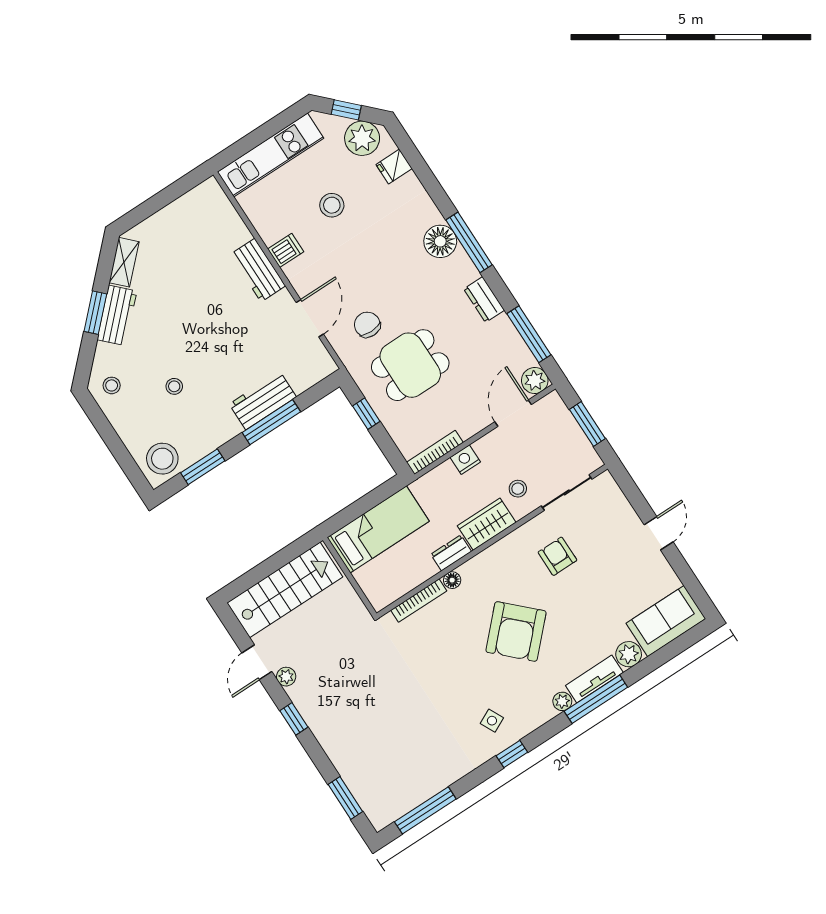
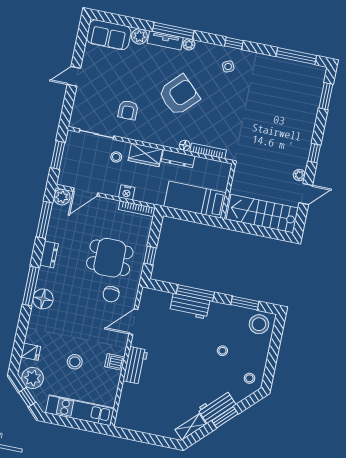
dresser: (451, 553) -> (178, 159), width x1.44

